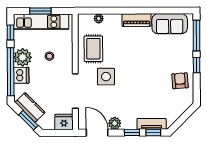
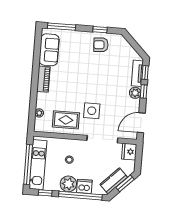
window: (40, 11) -> (28, 165), width x2.11
window: (197, 65) -> (100, 30), moved
plant: (115, 123) -> (135, 93), moved

